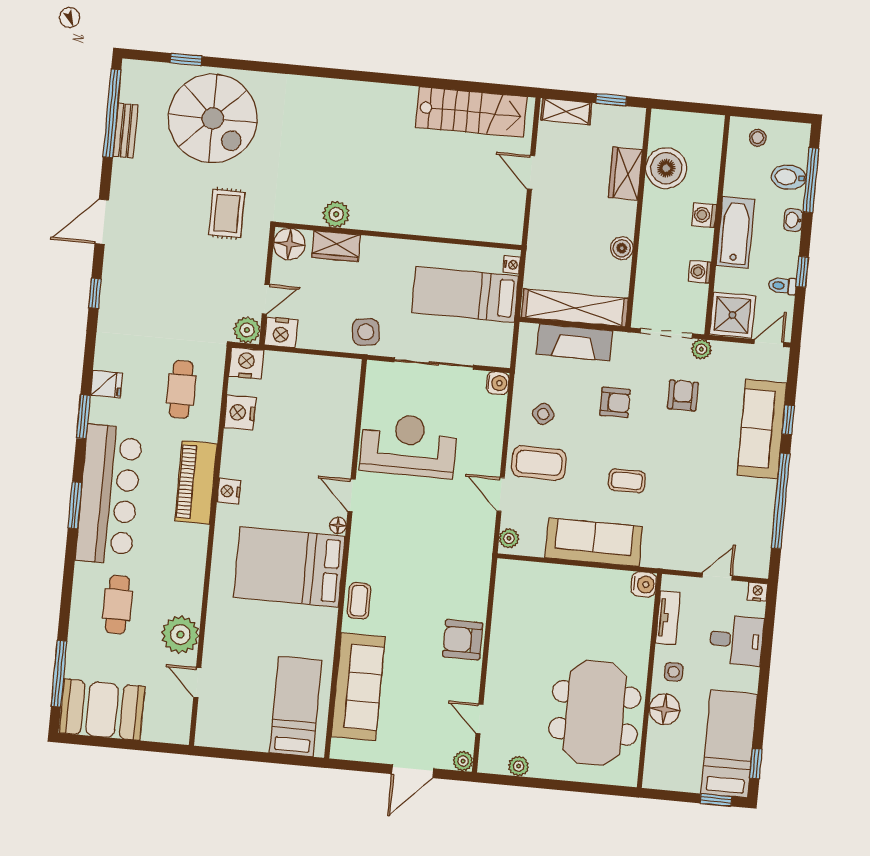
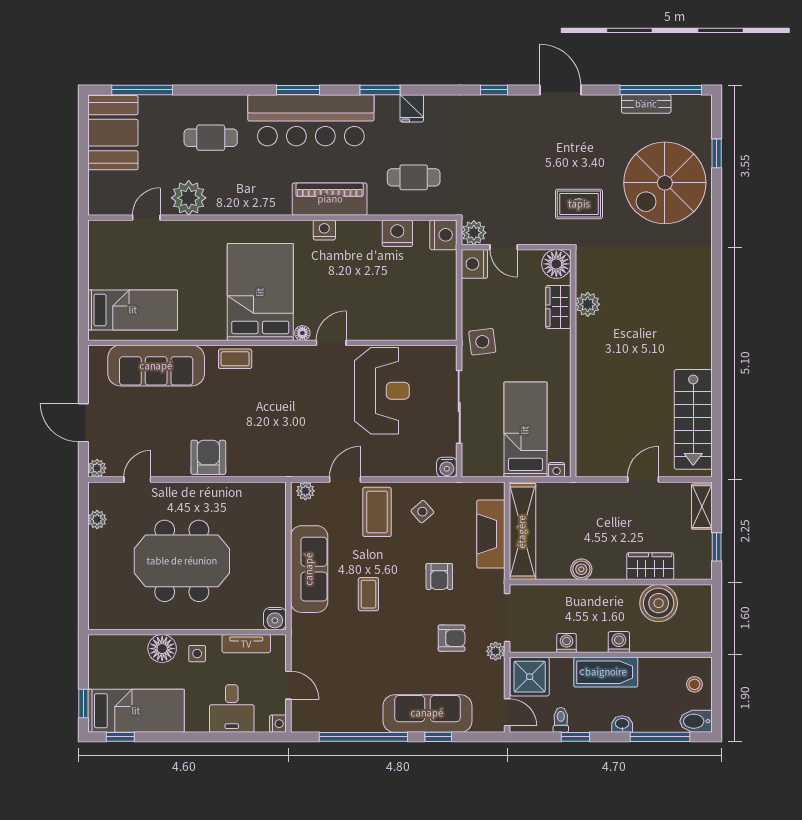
bidet: (789, 177) -> (696, 721), moved, turned -90
meeting table: (595, 713) -> (182, 561), moved

